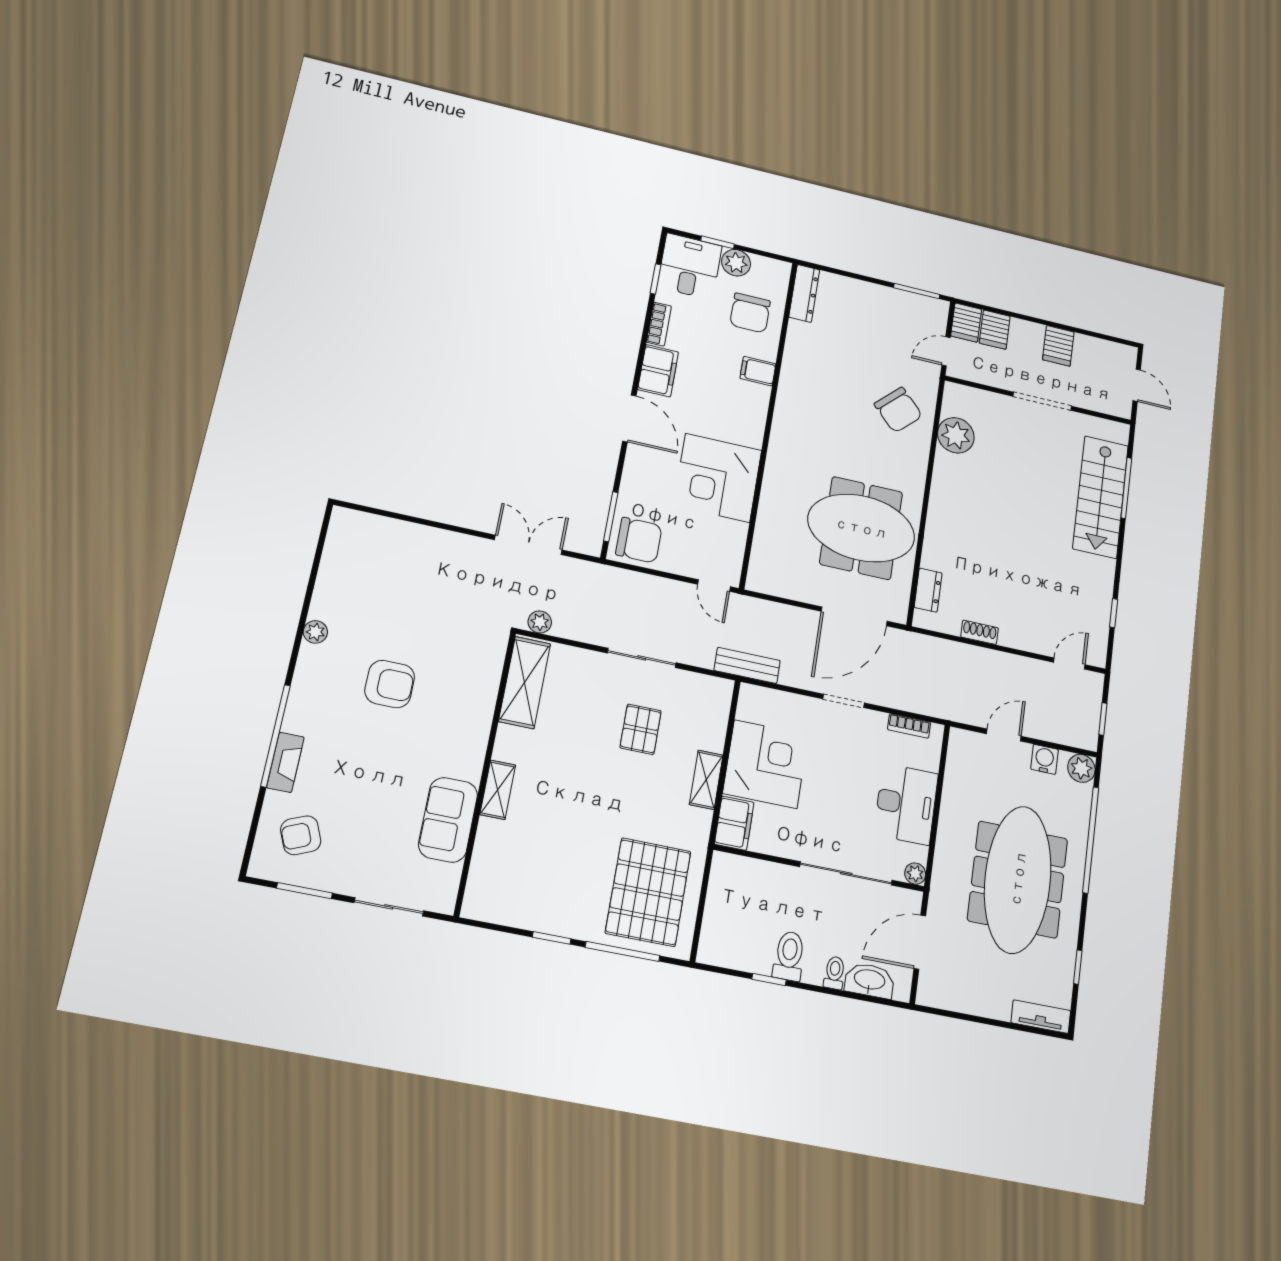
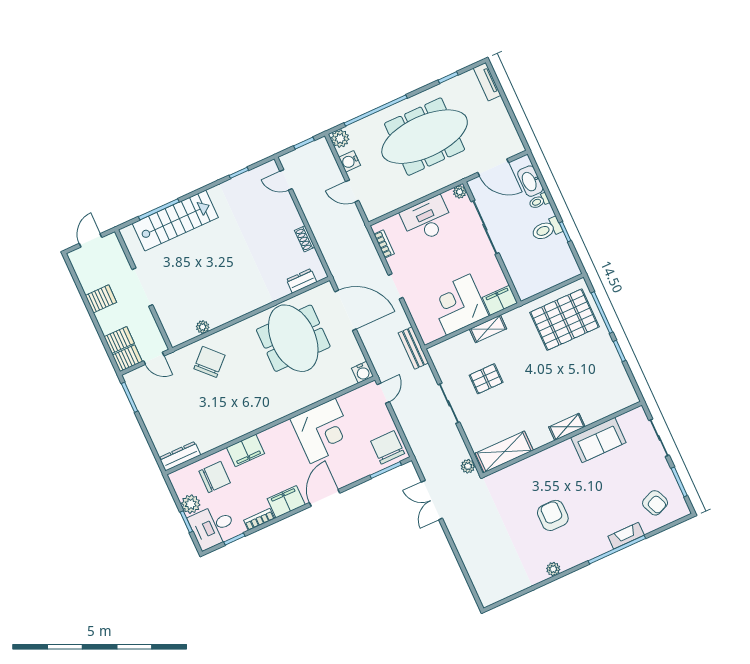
filing cabinet: (758, 371) -> (246, 450), width x2.00
plant: (956, 435) -> (203, 327), width x0.53, depth x0.53
water cooler: (759, 580) -> (363, 372), added

